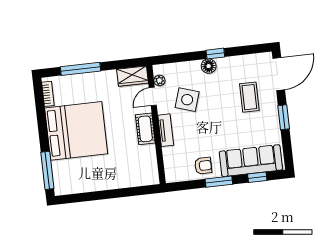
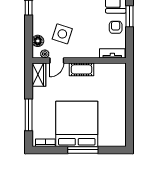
floor lamp: (209, 66) -> (38, 41), moved
door: (153, 96) -> (57, 61), hinge flipped
tv unit: (166, 130) -> (112, 53), moved
window: (47, 170) -> (83, 150), moved

